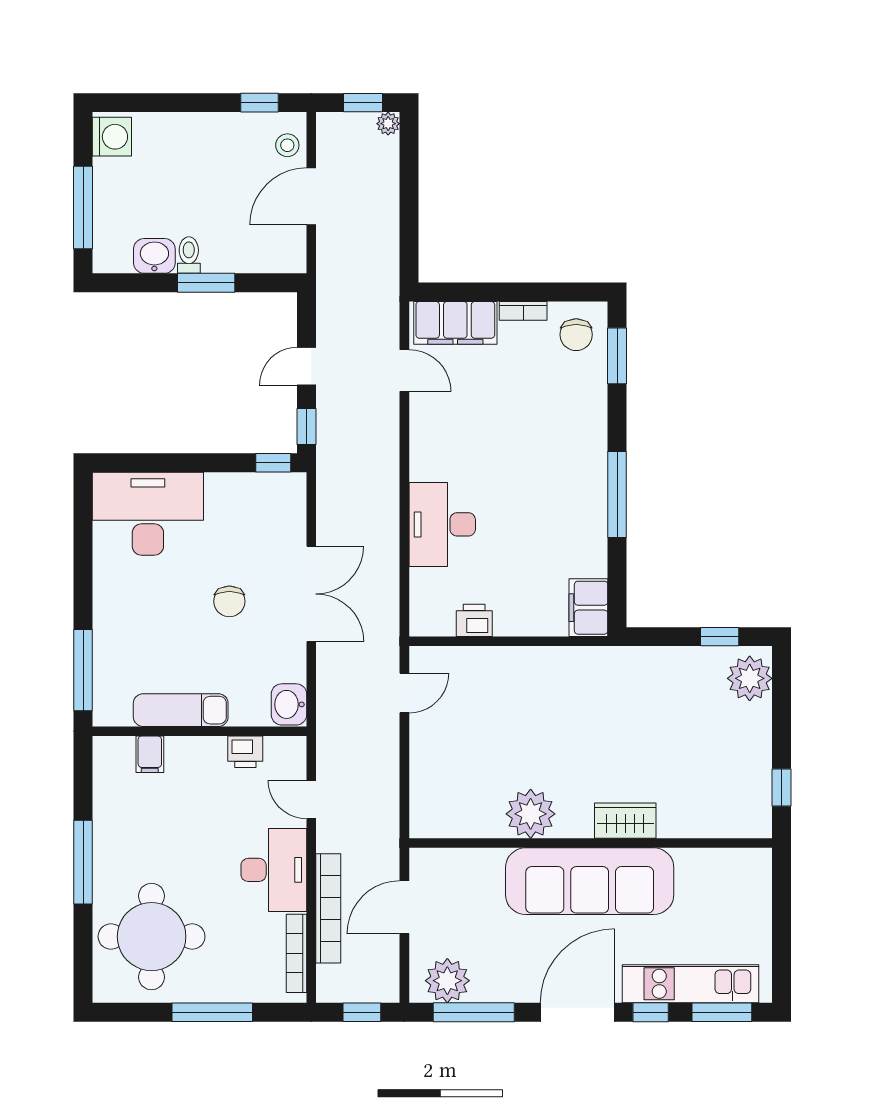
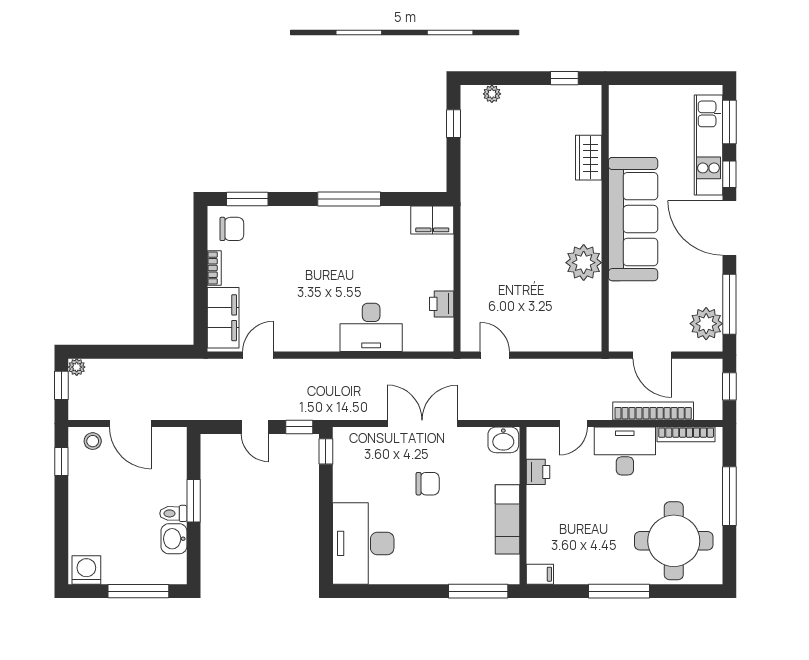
plant: (750, 678) -> (492, 94), width x0.53, depth x0.53
filing cabinet: (150, 754) -> (540, 574), moved
wardrobe: (625, 821) -> (589, 158), moved

